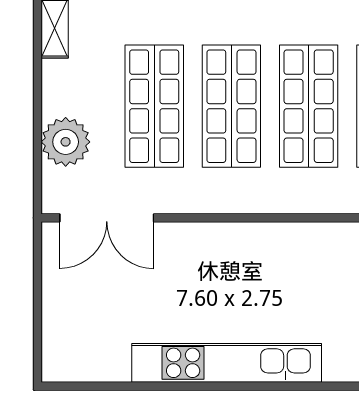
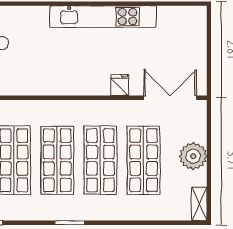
plant: (66, 142) -> (193, 156), moved
fridge: (197, 240) -> (120, 85), added

